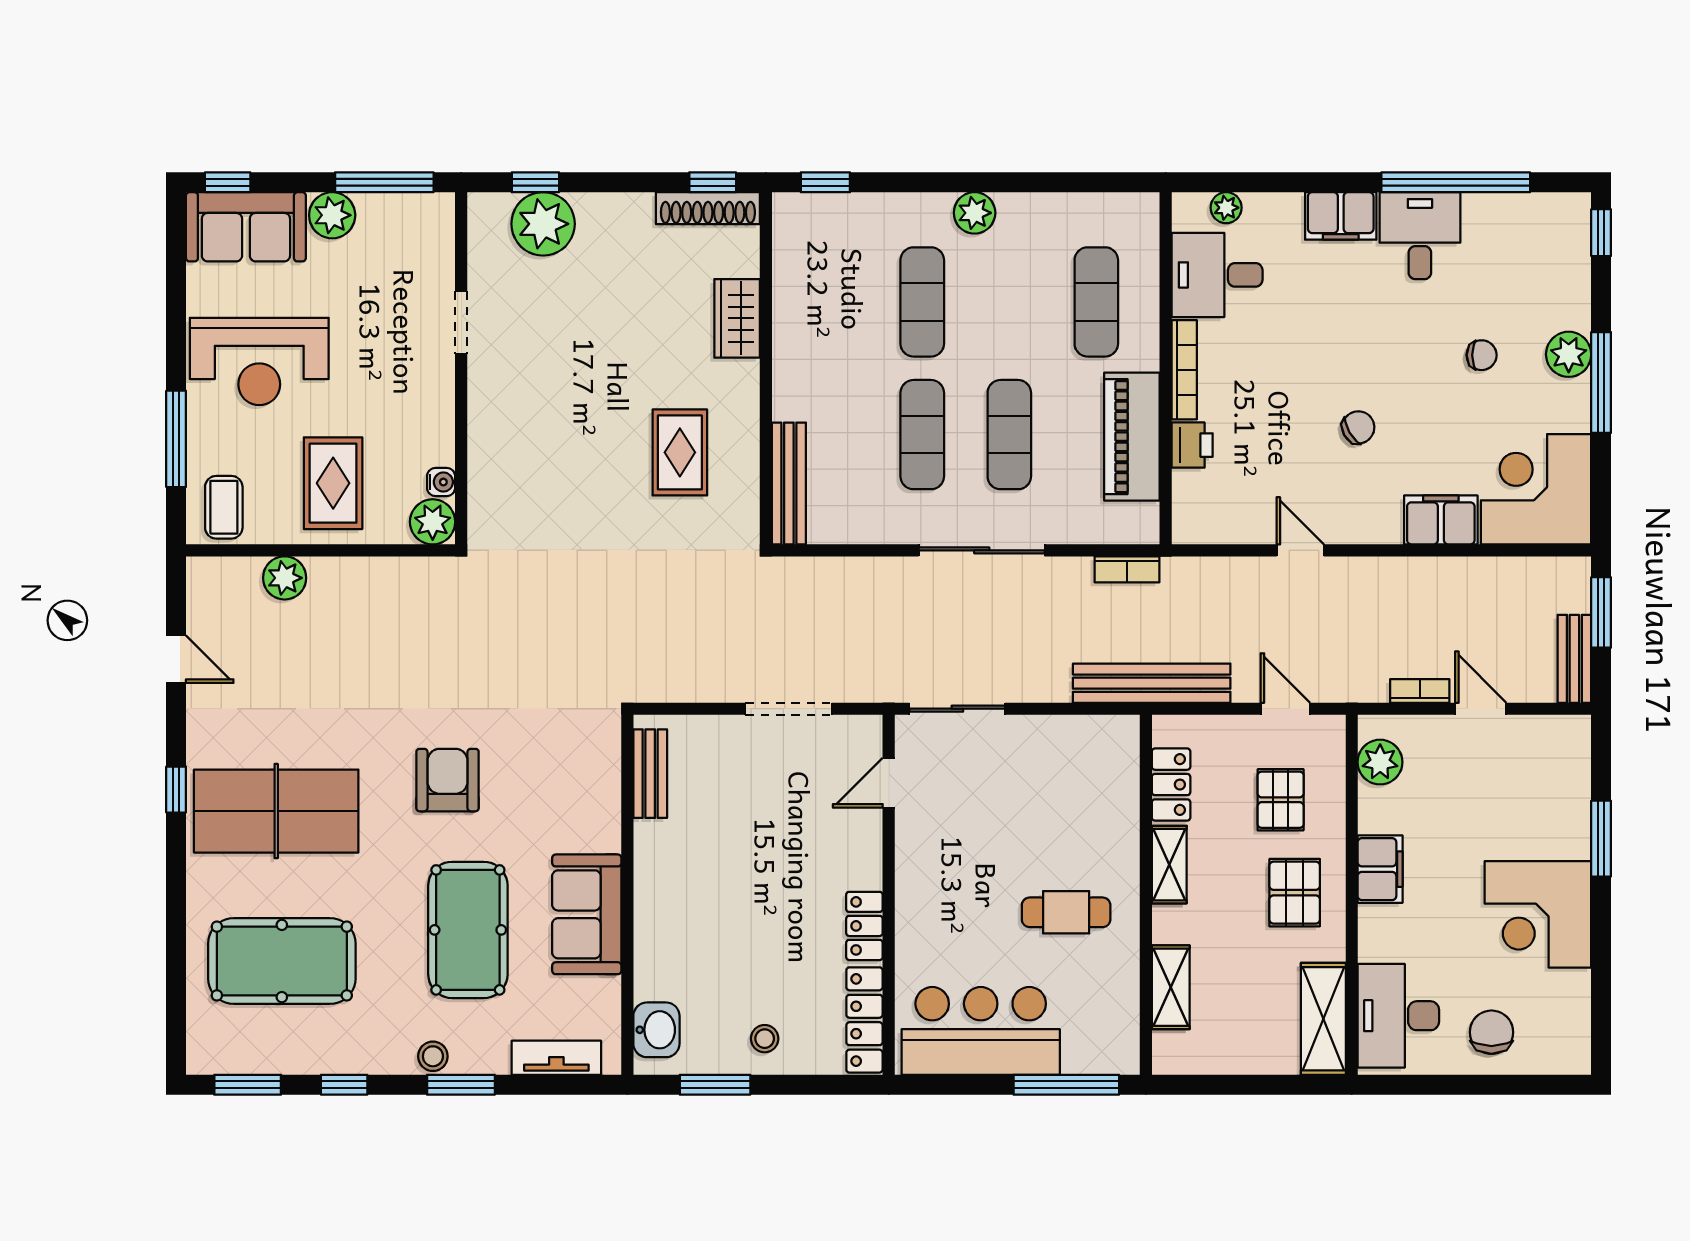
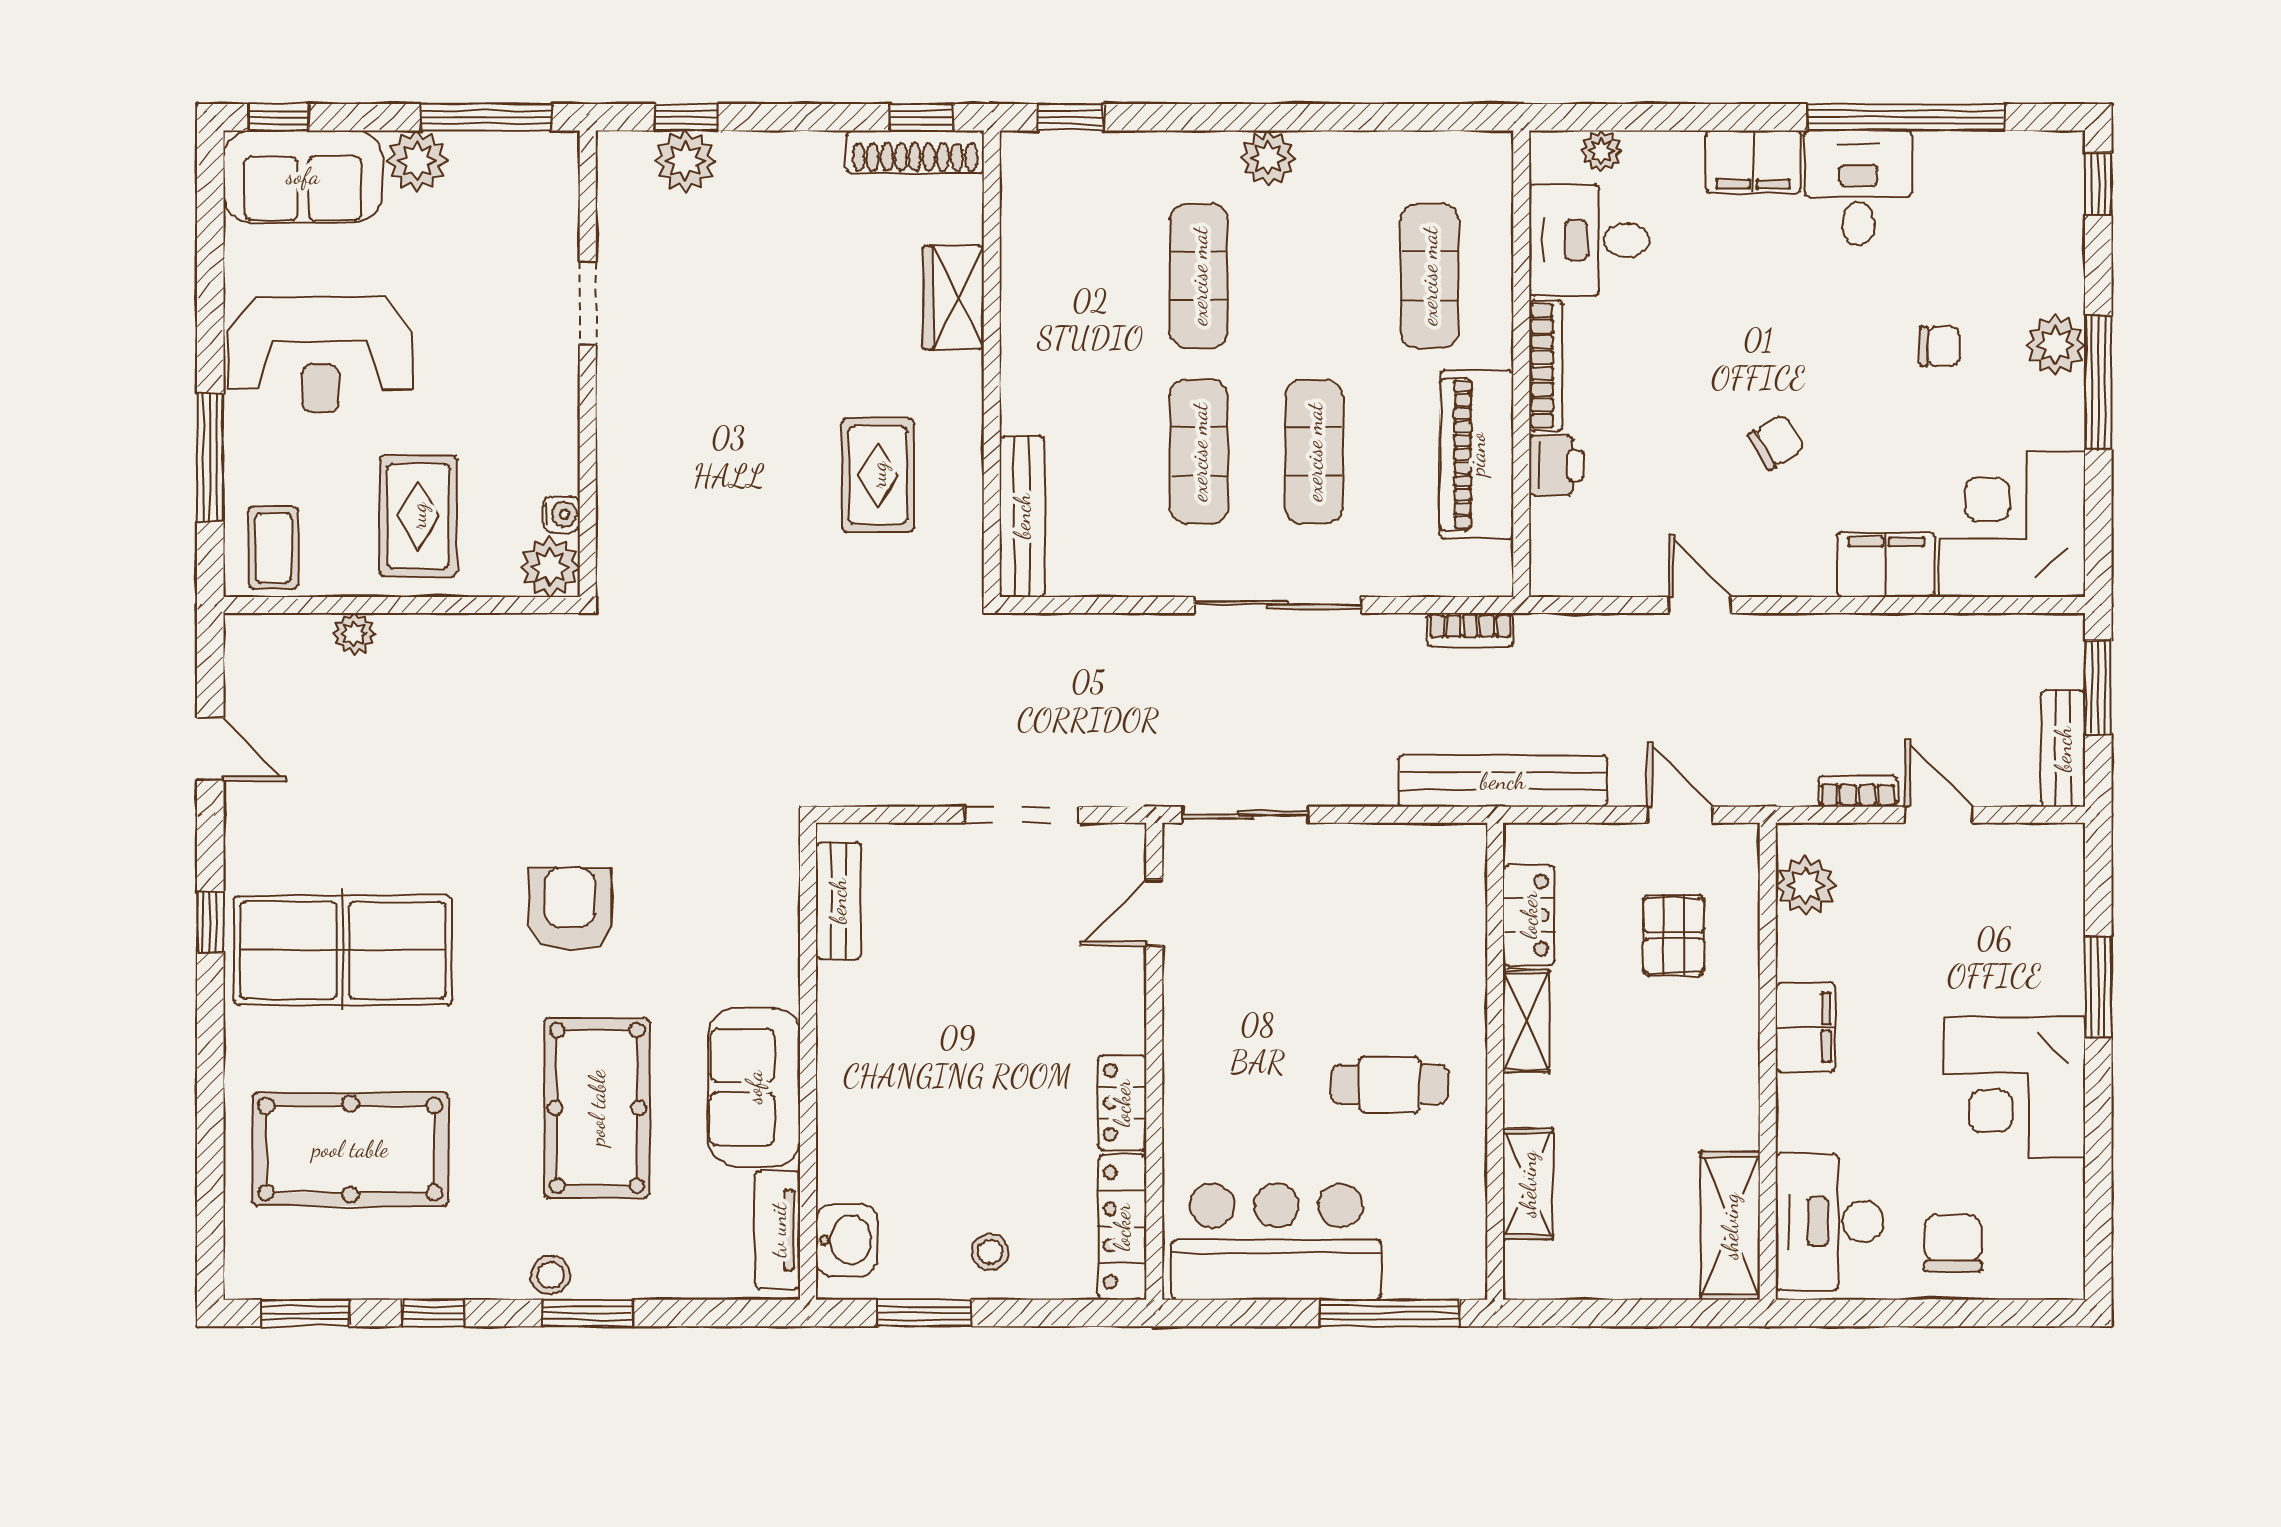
plant: (543, 224) -> (685, 161), width x0.73, depth x0.73
plant: (285, 578) -> (354, 634), width x0.73, depth x0.73
pallet: (1295, 893) -> (1692, 1058), removed
tv unit: (556, 1058) -> (778, 1230), moved, turned -90

